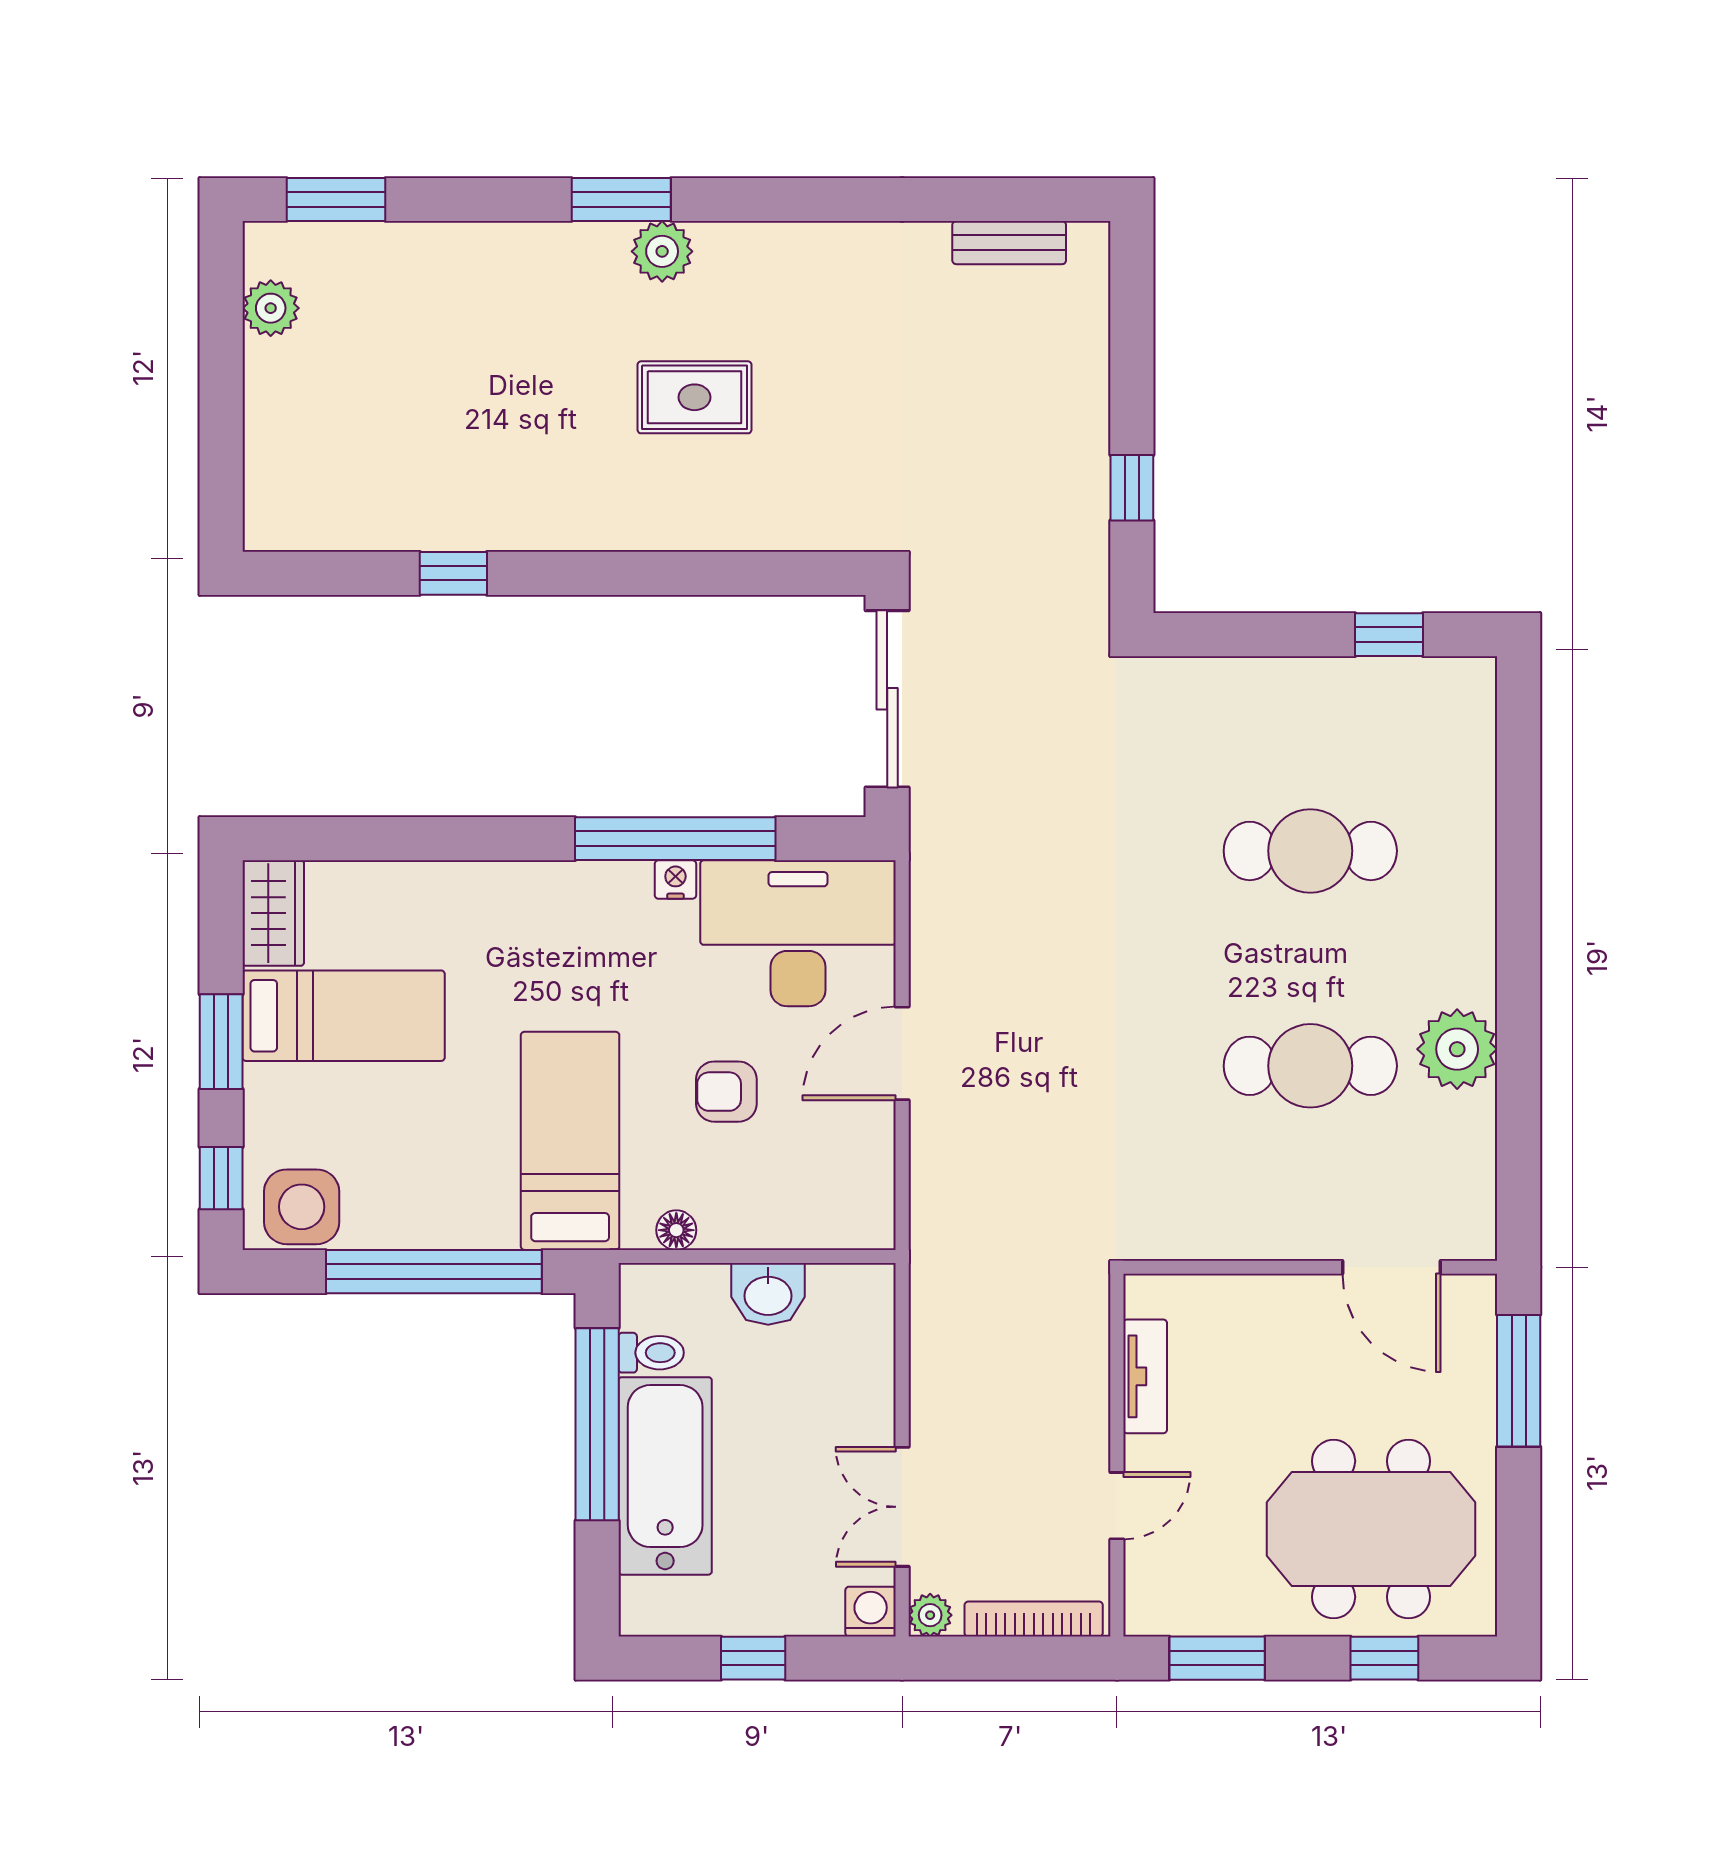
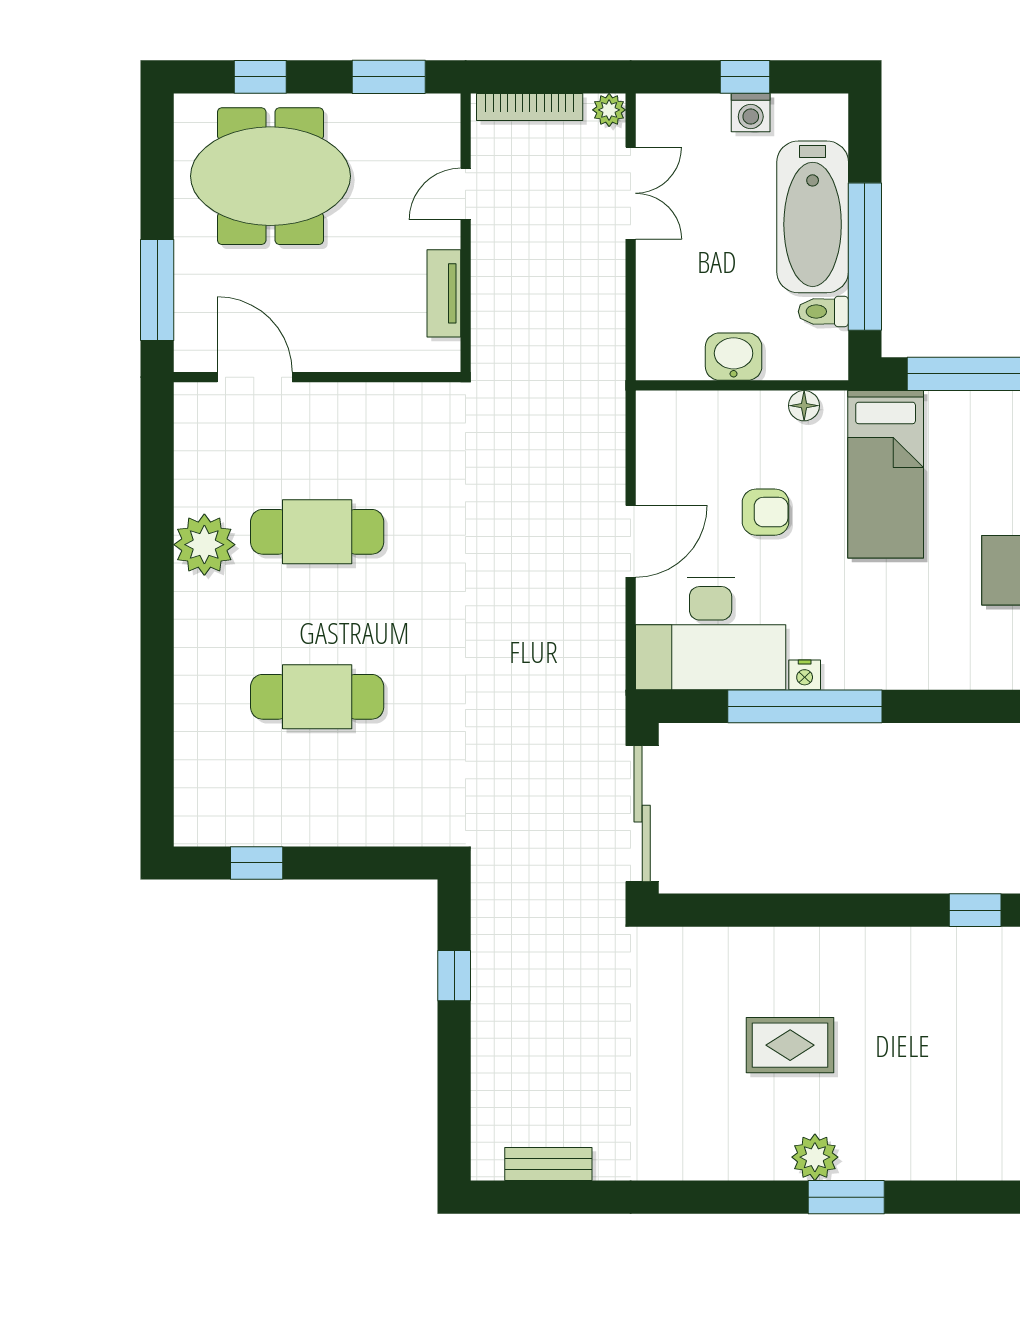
washing machine: (871, 1612) -> (751, 113), moved

